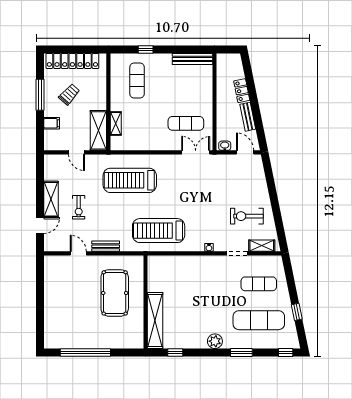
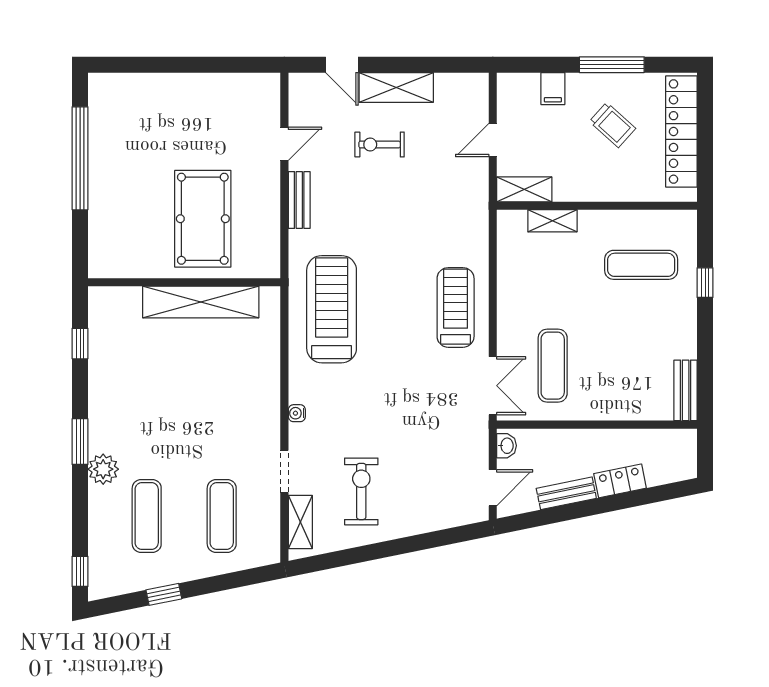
bench: (193, 59) -> (686, 390), width x0.73
shelving: (98, 130) -> (524, 189), width x0.67, depth x0.75
treadmill: (130, 180) -> (456, 307), moved, width x0.73, depth x0.73
pool table: (115, 293) -> (203, 219), turned 90
exercise mat: (259, 320) -> (147, 516), width x0.73, depth x0.69
shelving: (155, 321) -> (201, 302), moved
plant: (215, 341) -> (103, 469), moved
window: (241, 352) -> (80, 442), moved

